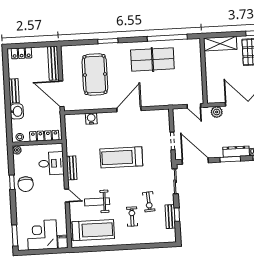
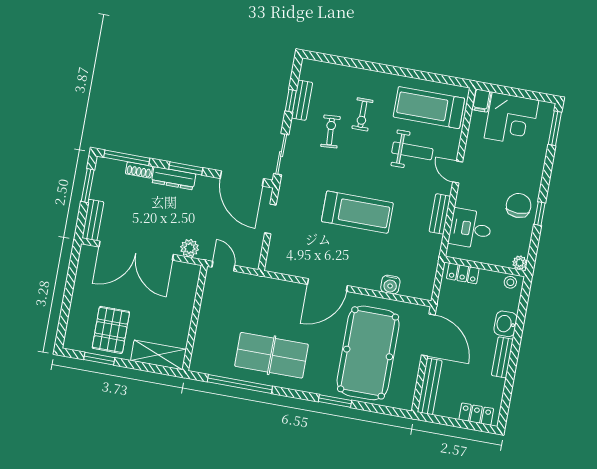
pool table: (95, 75) -> (368, 353), width x1.36, depth x1.32
locker: (44, 136) -> (463, 273), width x0.66

